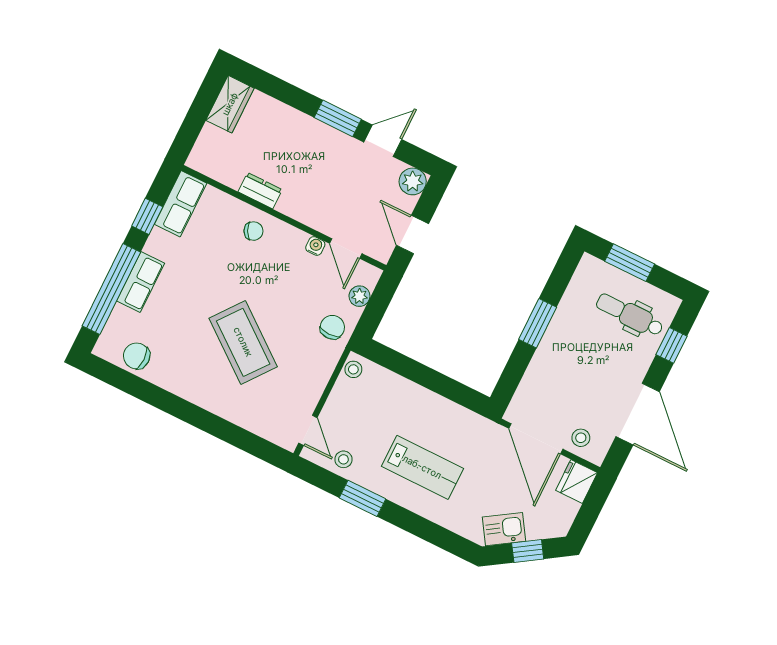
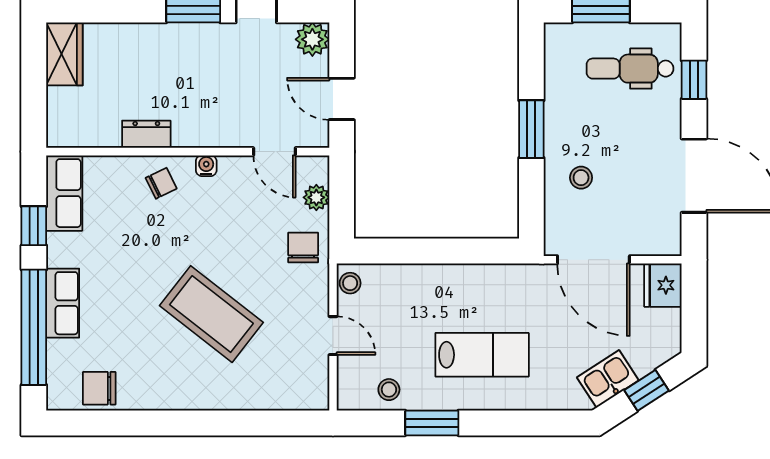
water cooler: (315, 246) -> (206, 166), moved
door: (308, 430) -> (333, 336), moved
stool: (581, 438) -> (581, 178), moved

